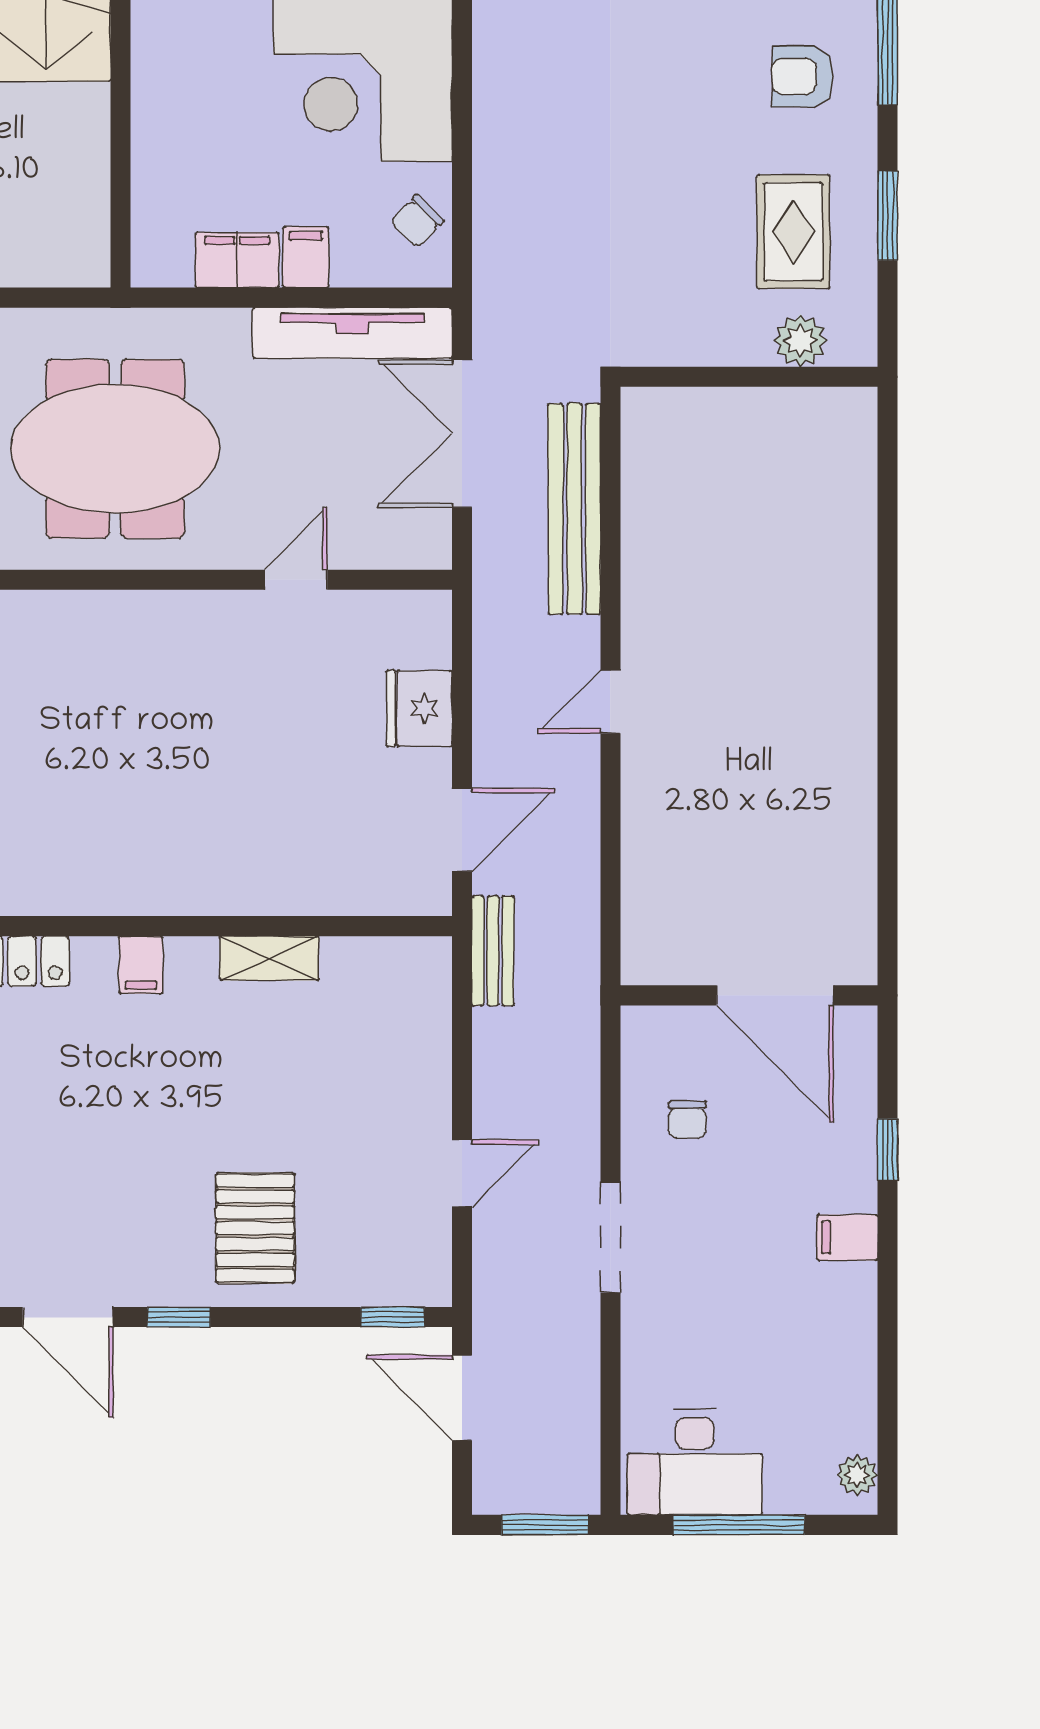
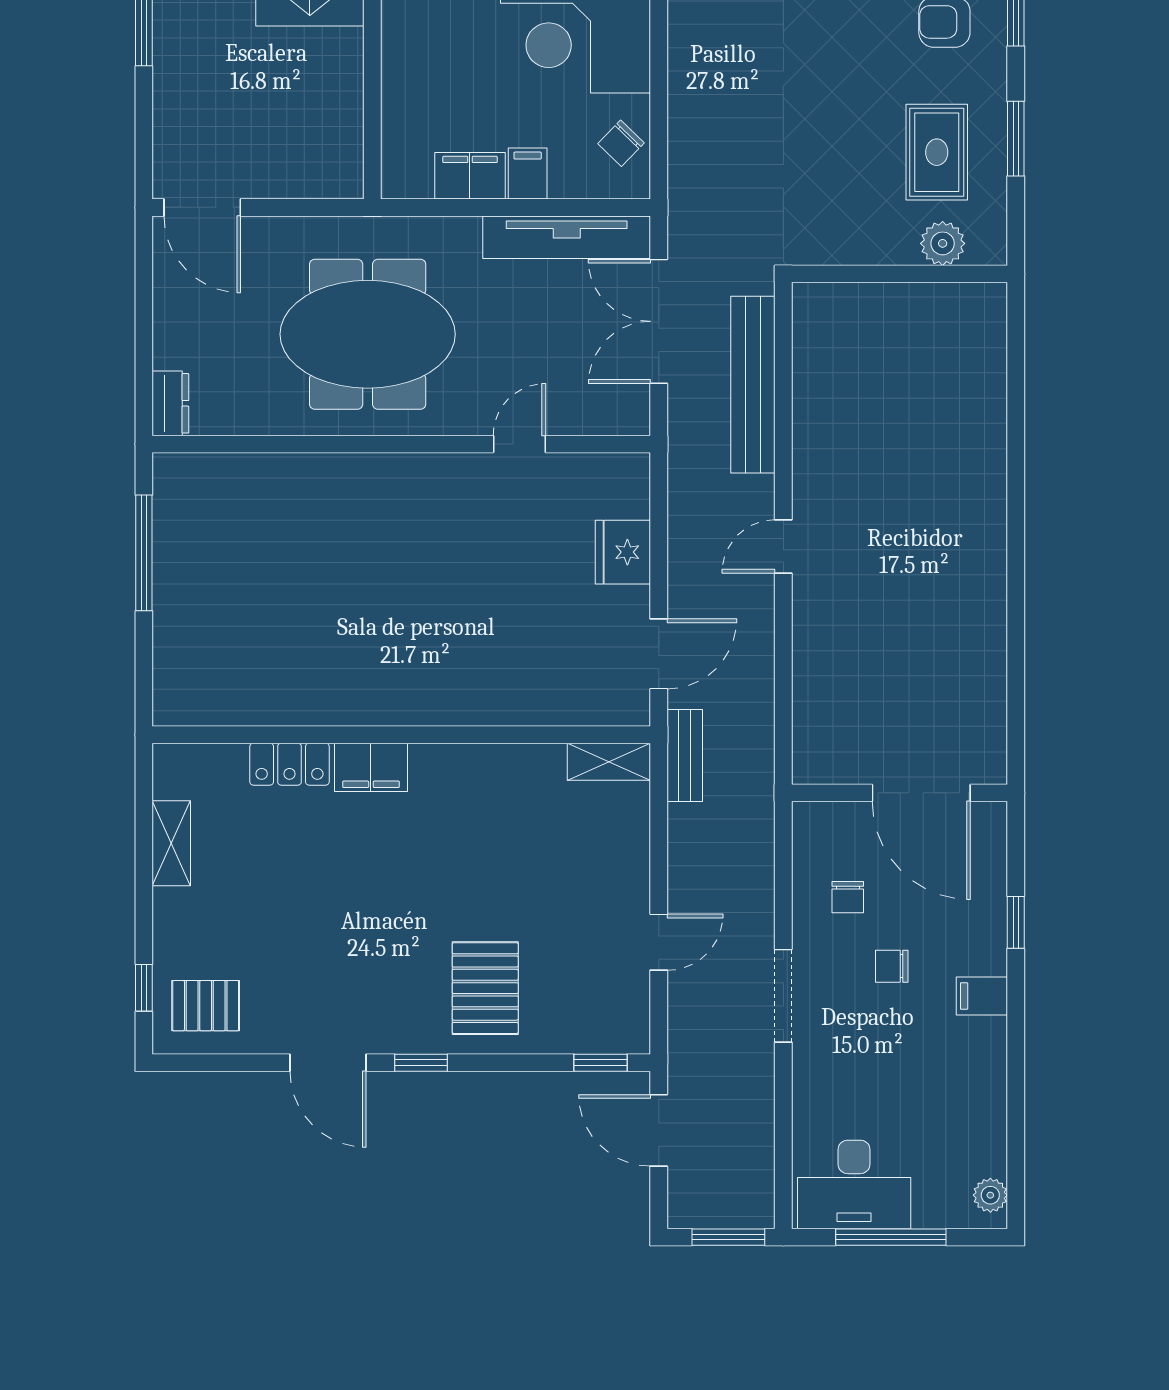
shelving: (269, 958) -> (609, 762), moved
filing cabinet: (141, 965) -> (371, 767), width x2.00
chair: (740, 1202) -> (892, 966), added

